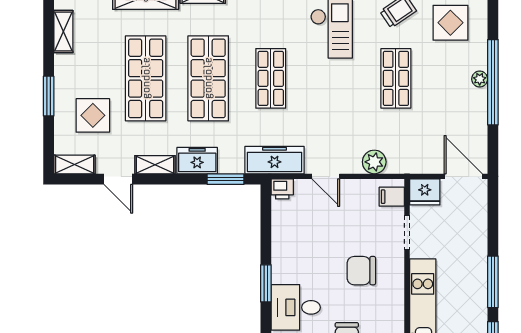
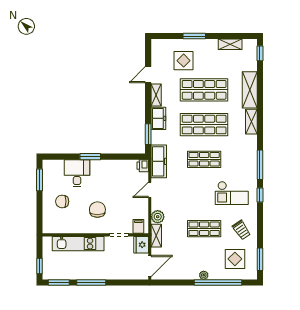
window: (493, 82) -> (218, 283), moved
shelving: (75, 164) -> (156, 236), moved

